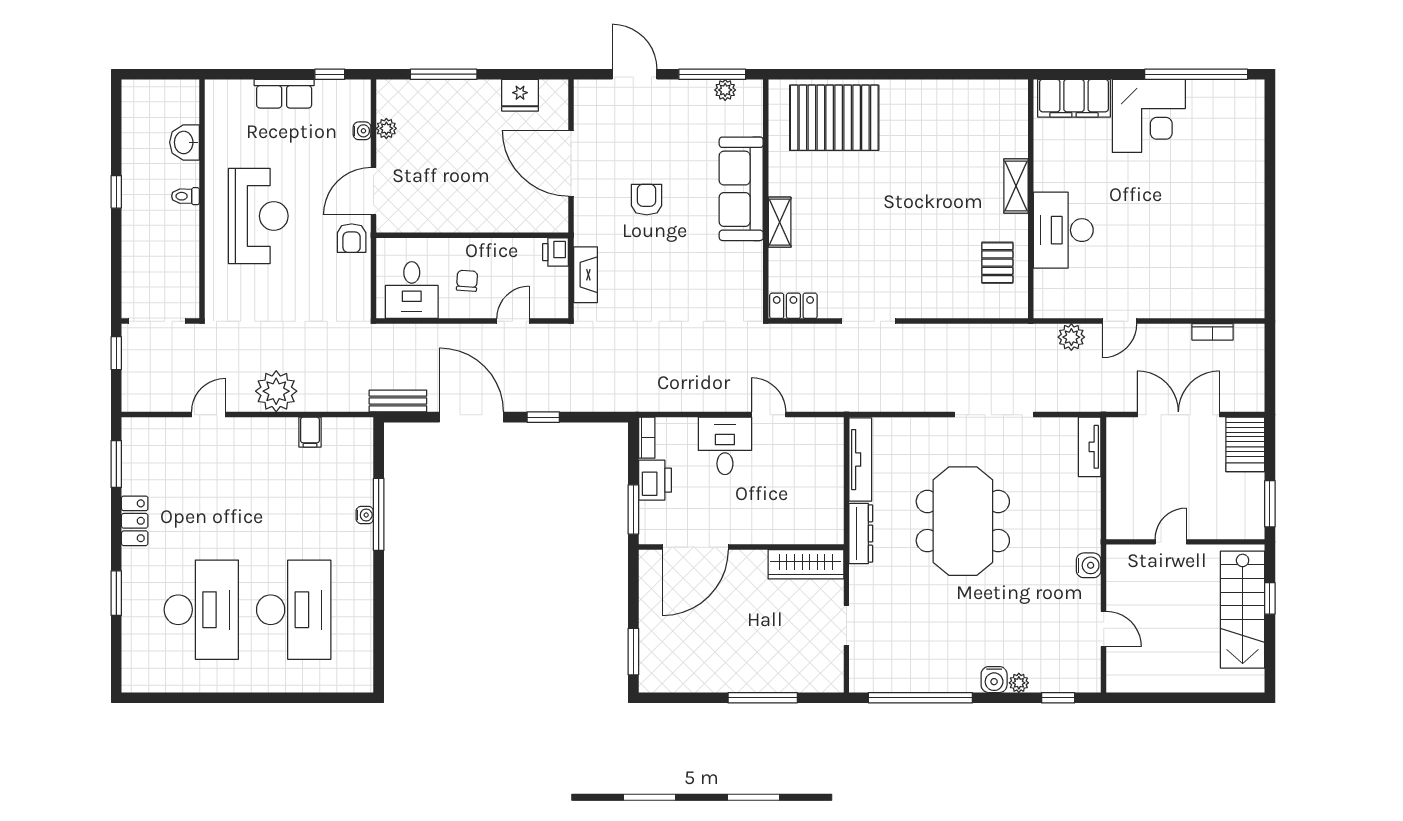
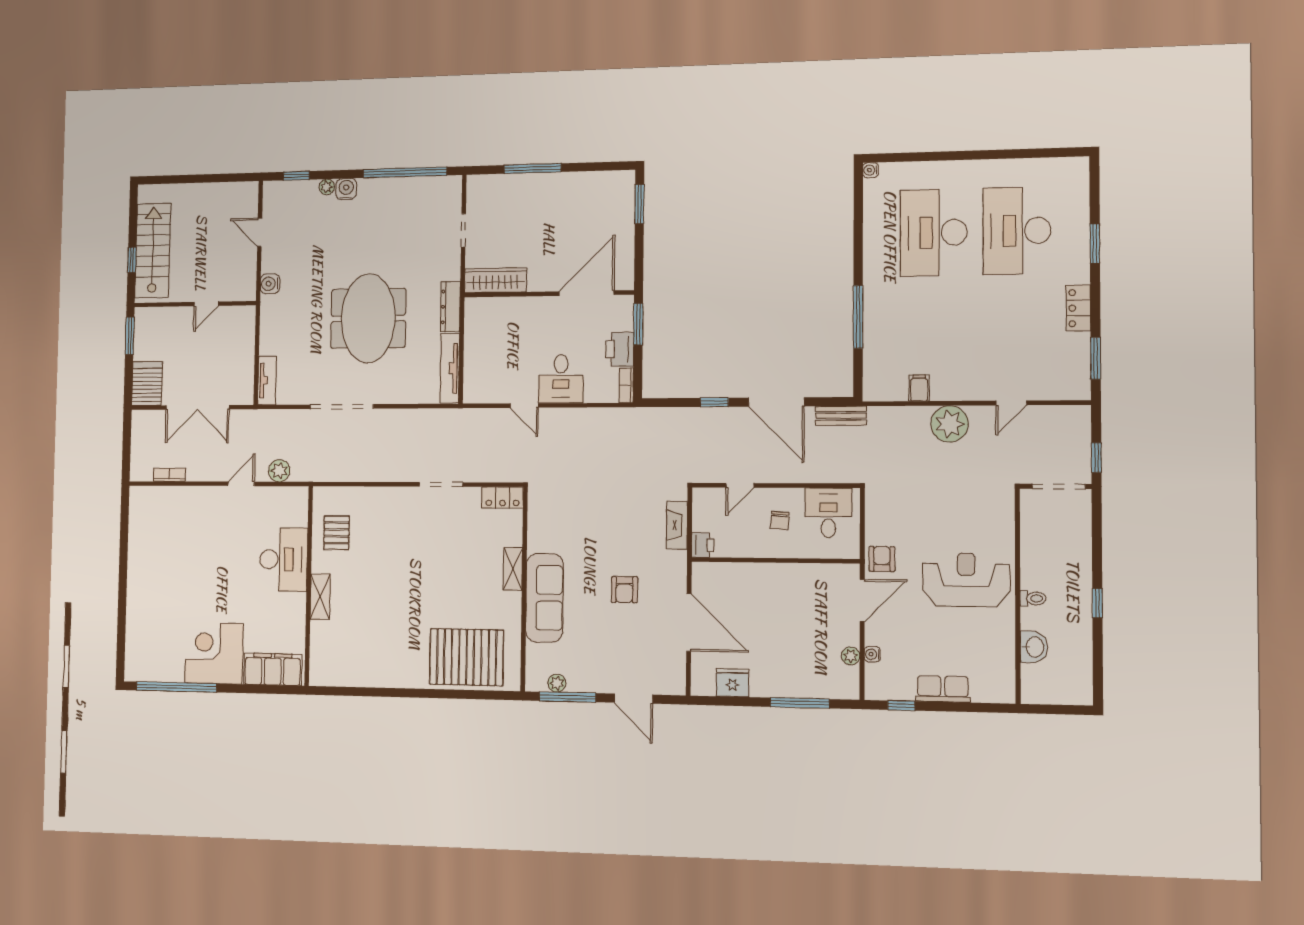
reception desk: (258, 216) -> (966, 580), turned 90
water cooler: (365, 515) -> (871, 170), moved

